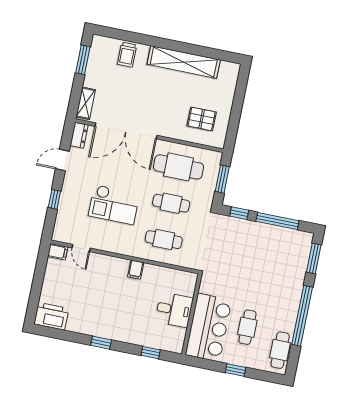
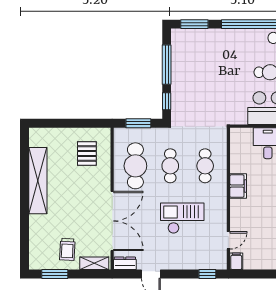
trolley: (127, 55) -> (67, 249), moved, turned 93
window: (54, 199) -> (207, 274), moved
checkout: (114, 205) -> (182, 218), turned -90
filing cabinet: (136, 270) -> (238, 186), width x2.00

